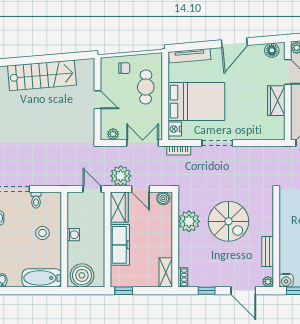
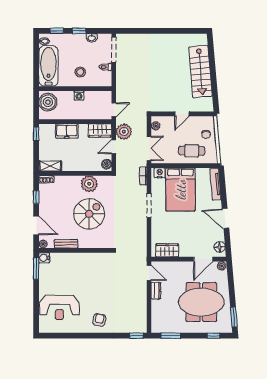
wardrobe: (276, 101) -> (167, 250), moved
spiral stairs: (228, 221) -> (89, 214), turned 180
freezer: (120, 245) -> (67, 131), width x0.71
bathtub: (42, 278) -> (48, 66), width x1.36, depth x1.36
door: (243, 291) -> (36, 225), swing flipped

